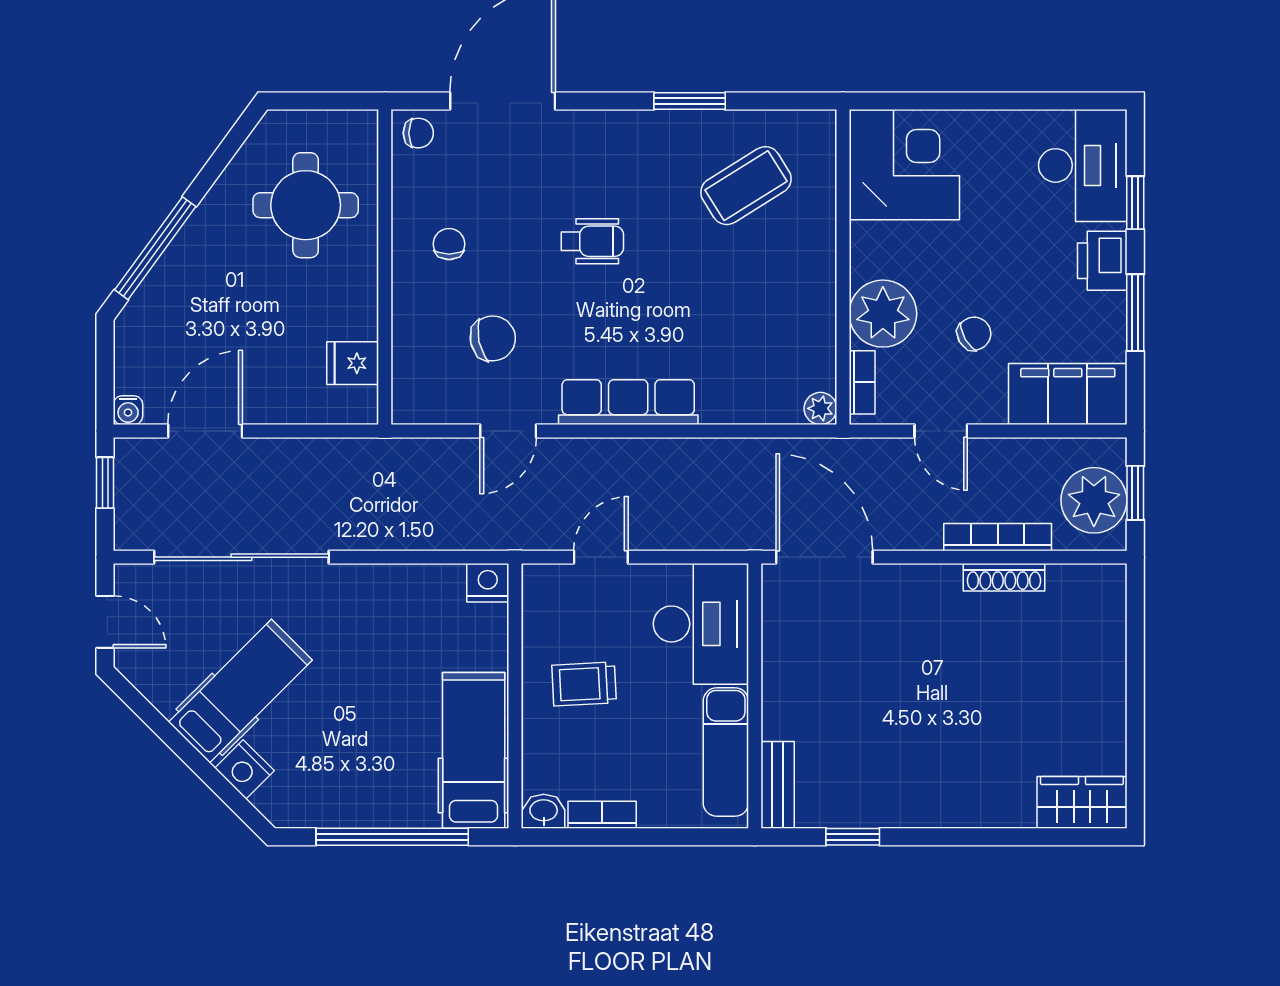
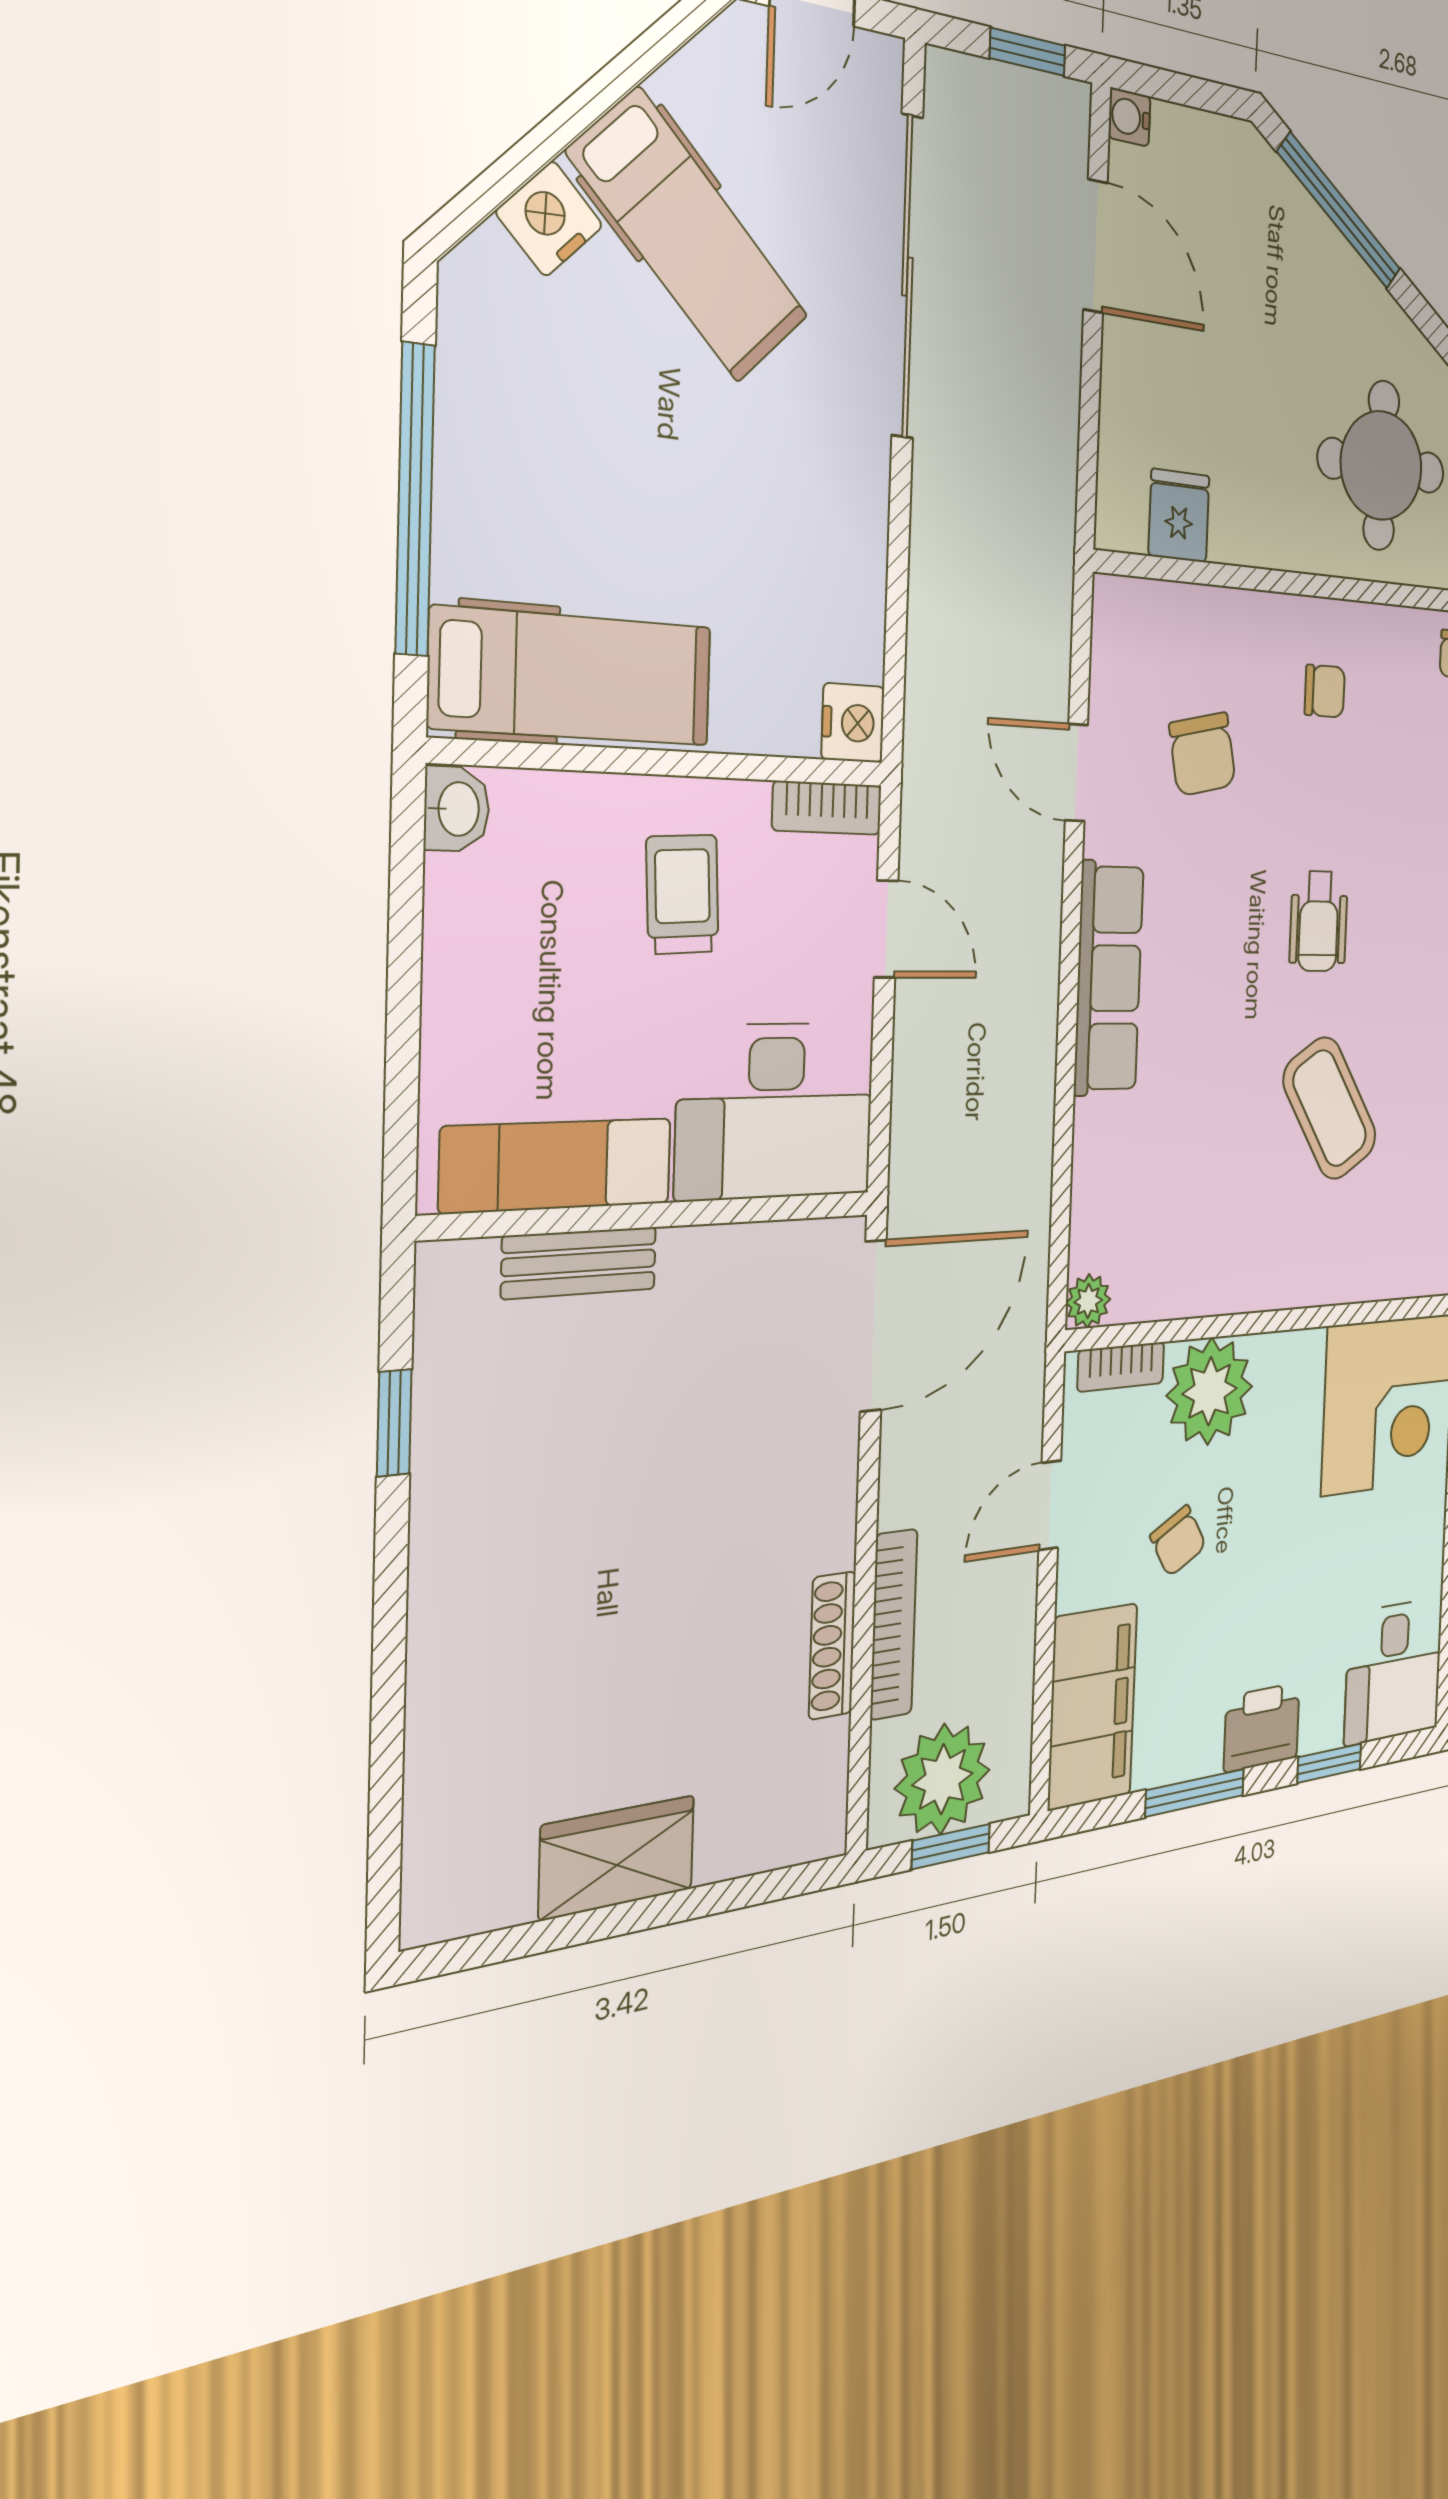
desk: (1083, 165) -> (1394, 1671), width x0.73
coffee table: (746, 186) -> (1330, 1108), moved
bench: (778, 785) -> (579, 1263), moved
wardrobe: (1082, 802) -> (617, 1857), moved, turned -90
bookcase: (602, 815) -> (827, 808), moved, turned 90

